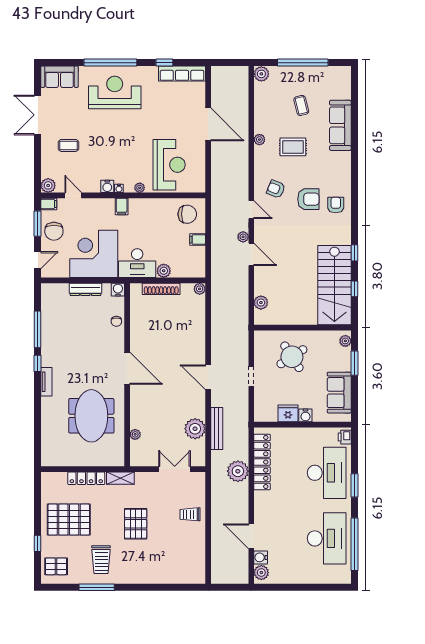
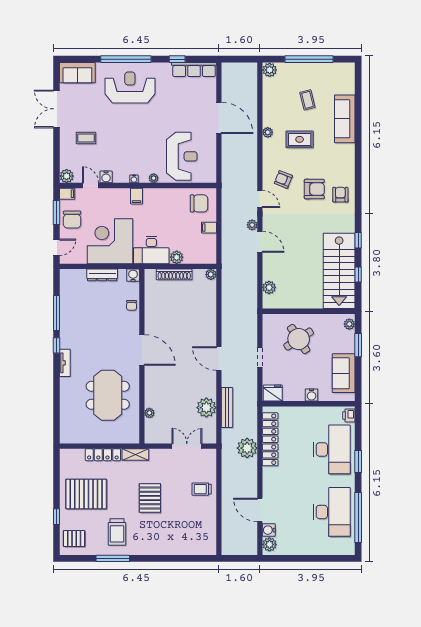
water cooler: (107, 186) -> (106, 177), moved
fridge: (288, 413) -> (273, 393), moved

